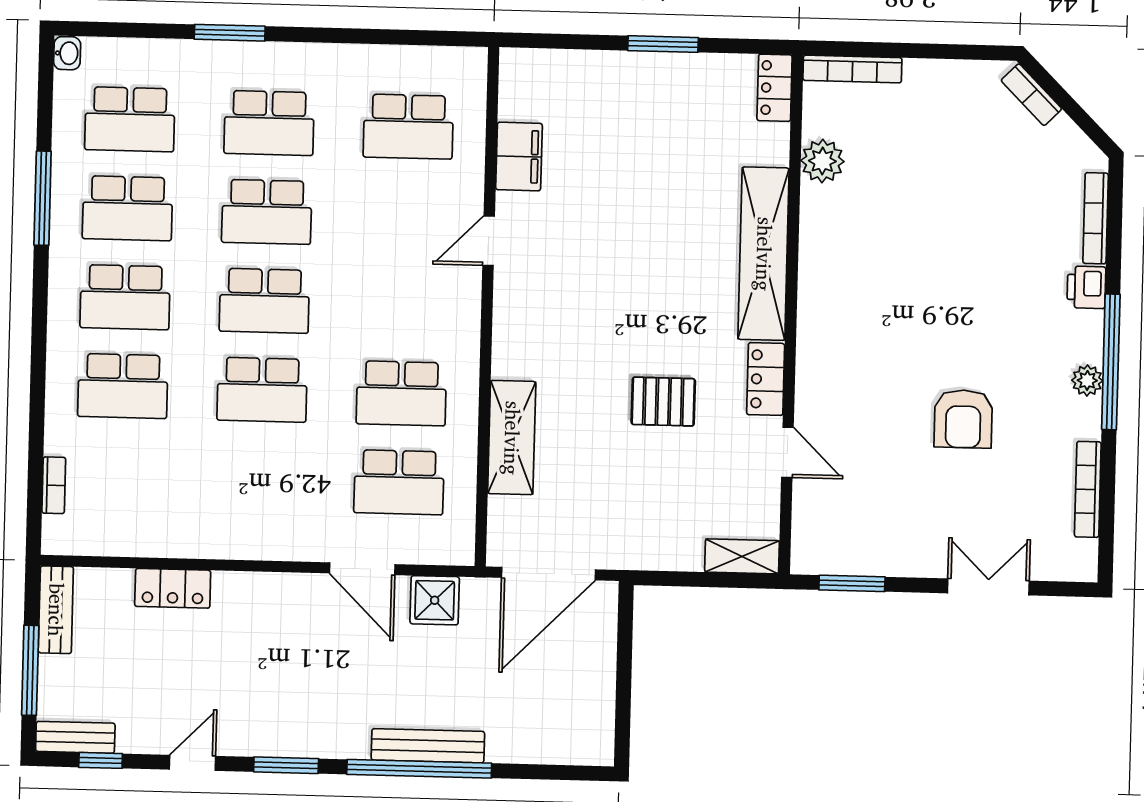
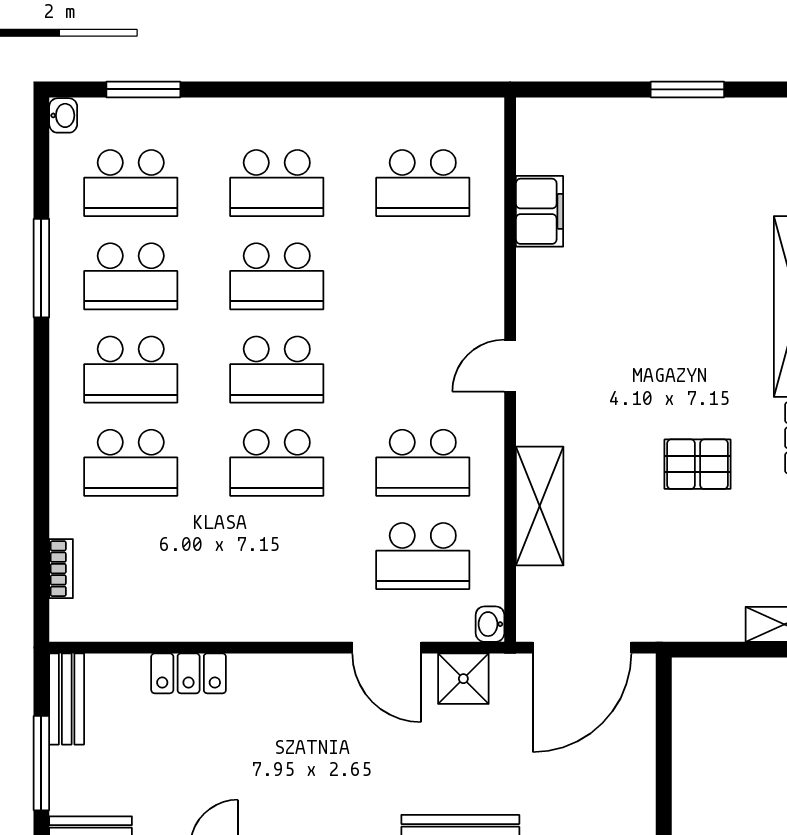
window: (230, 33) -> (143, 89), moved
door: (489, 241) -> (510, 366), moved
washbasin: (461, 549) -> (490, 624), added

